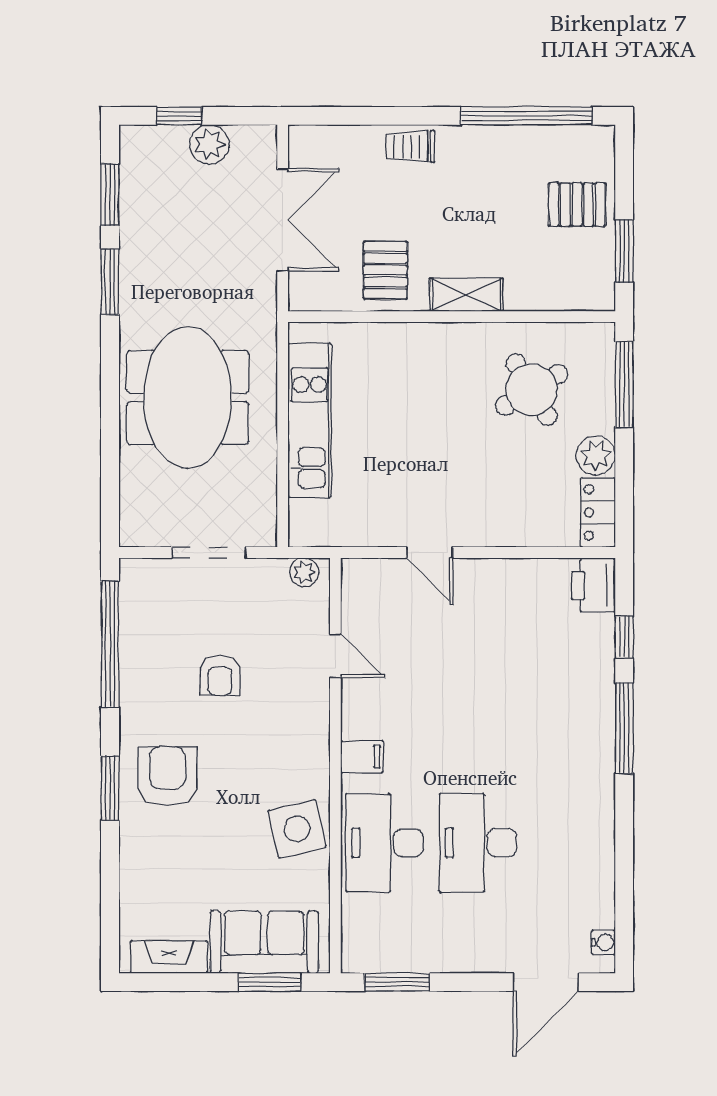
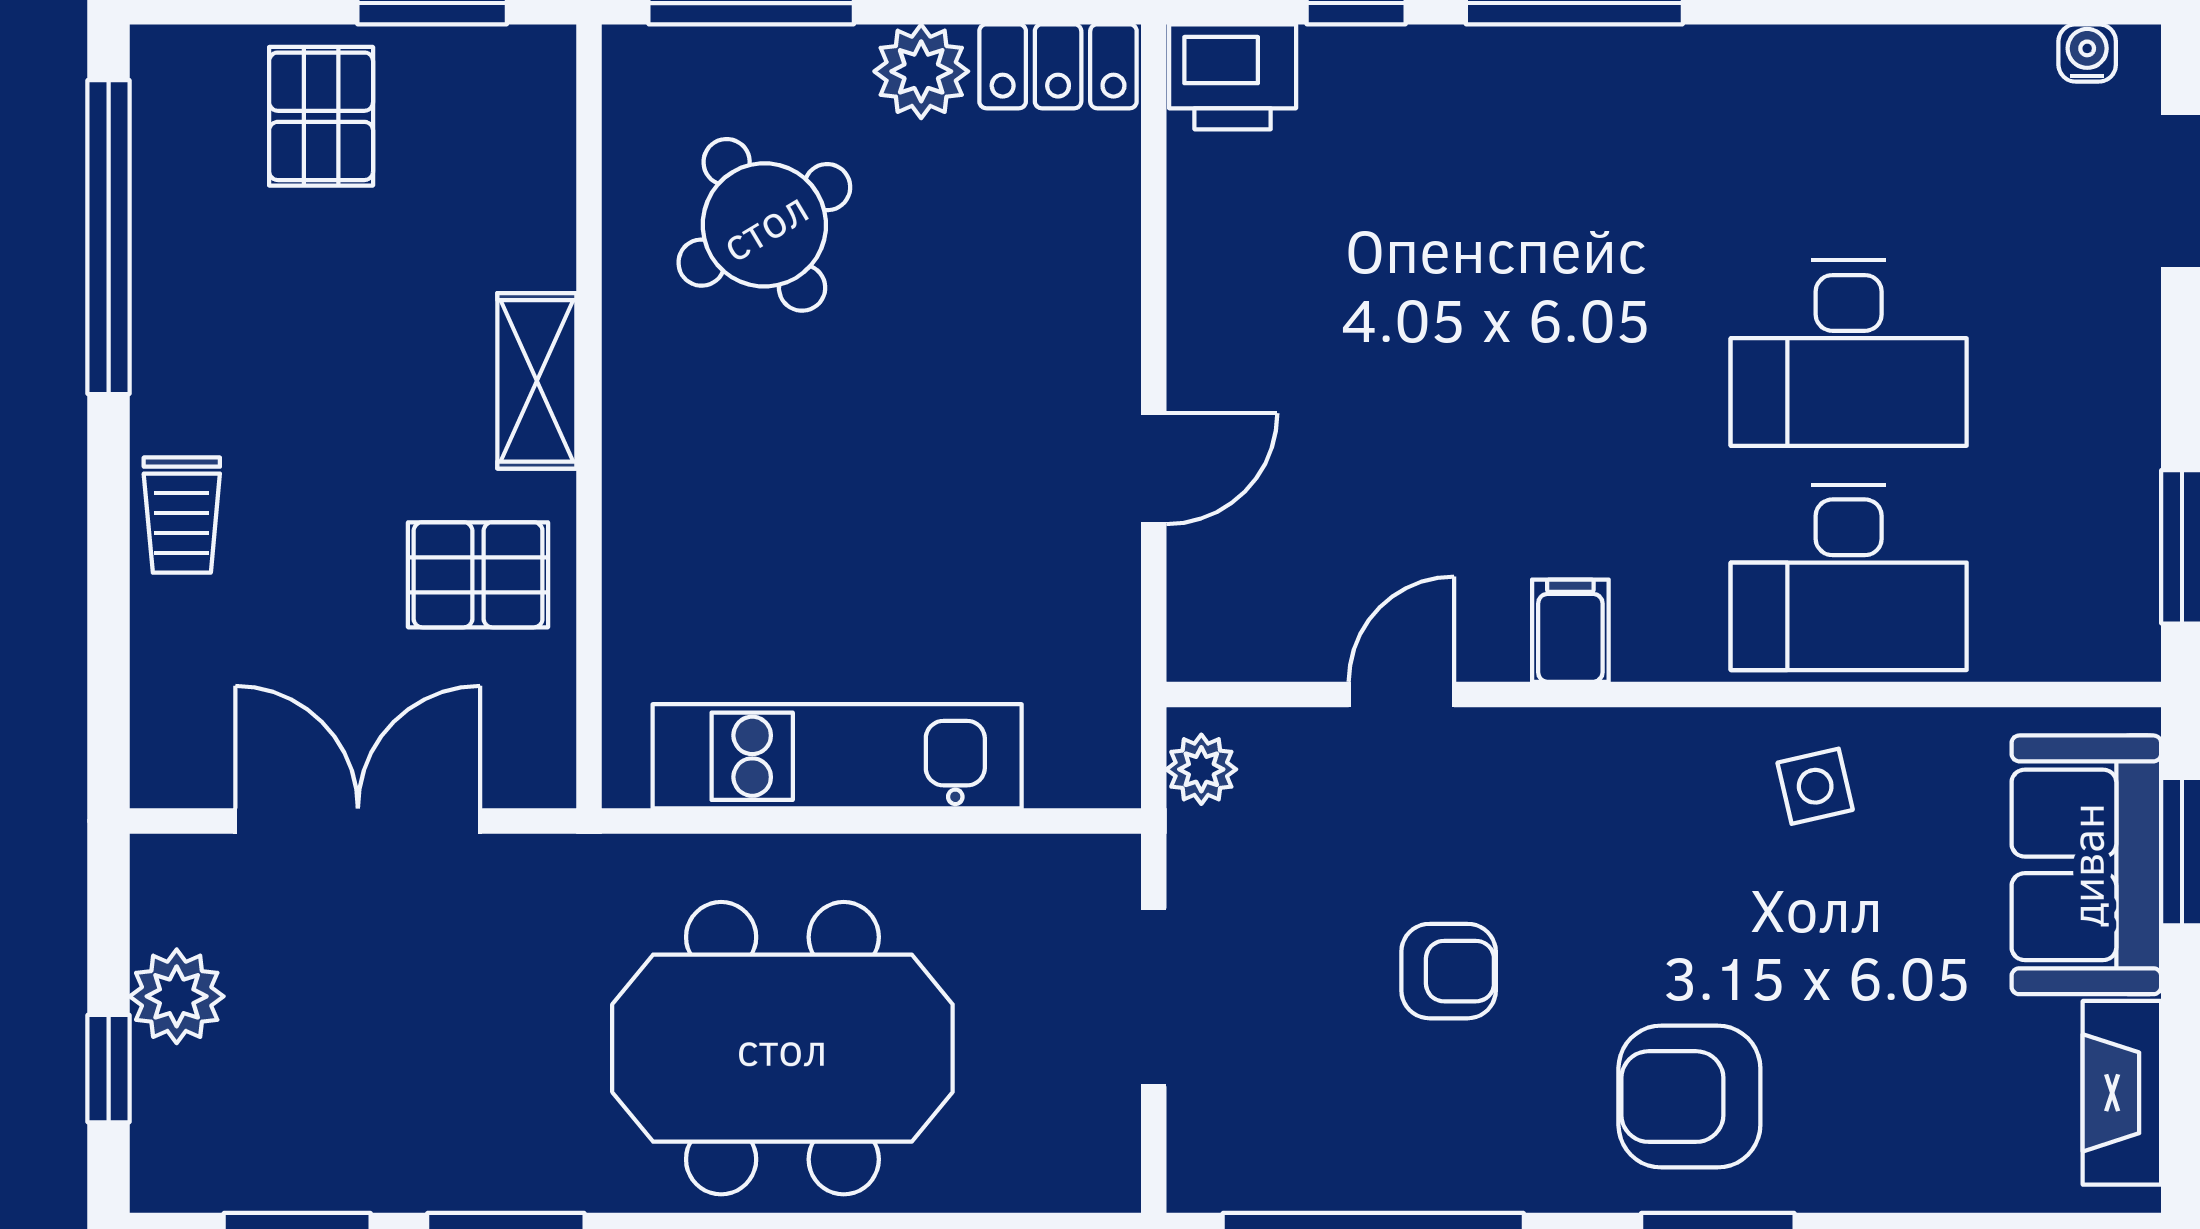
filing cabinet: (362, 757) -> (1570, 631), moved
side table: (297, 829) -> (1815, 786), width x0.54, depth x0.54

